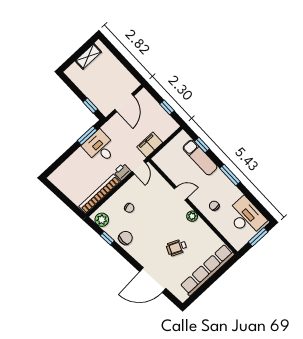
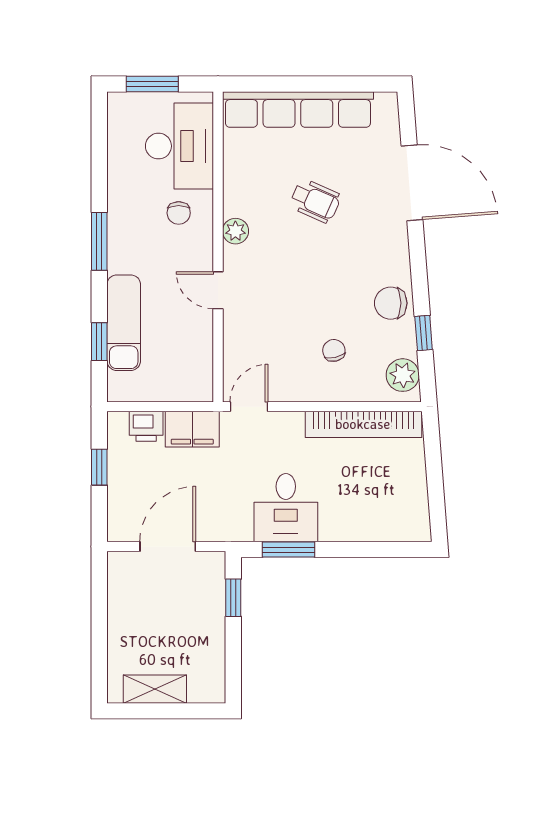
printer: (122, 172) -> (146, 426), moved
desk: (246, 217) -> (179, 146), moved, turned 180

